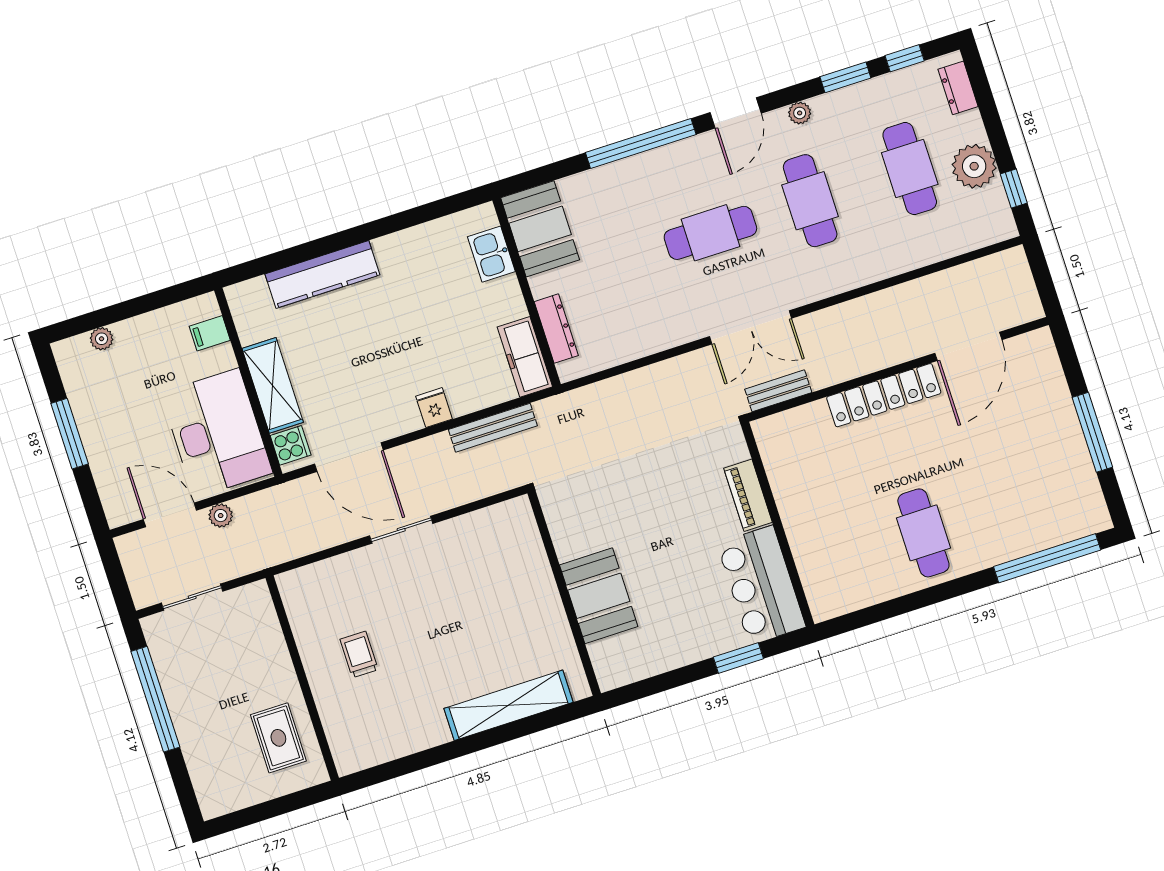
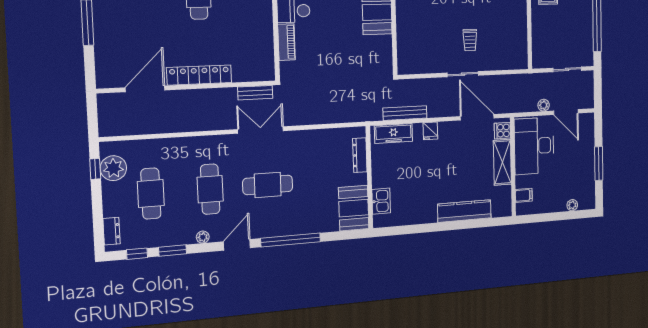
plant: (974, 166) -> (113, 168), moved
freezer: (525, 357) -> (393, 133), moved, turned 90
trolley: (359, 654) -> (470, 40), moved

